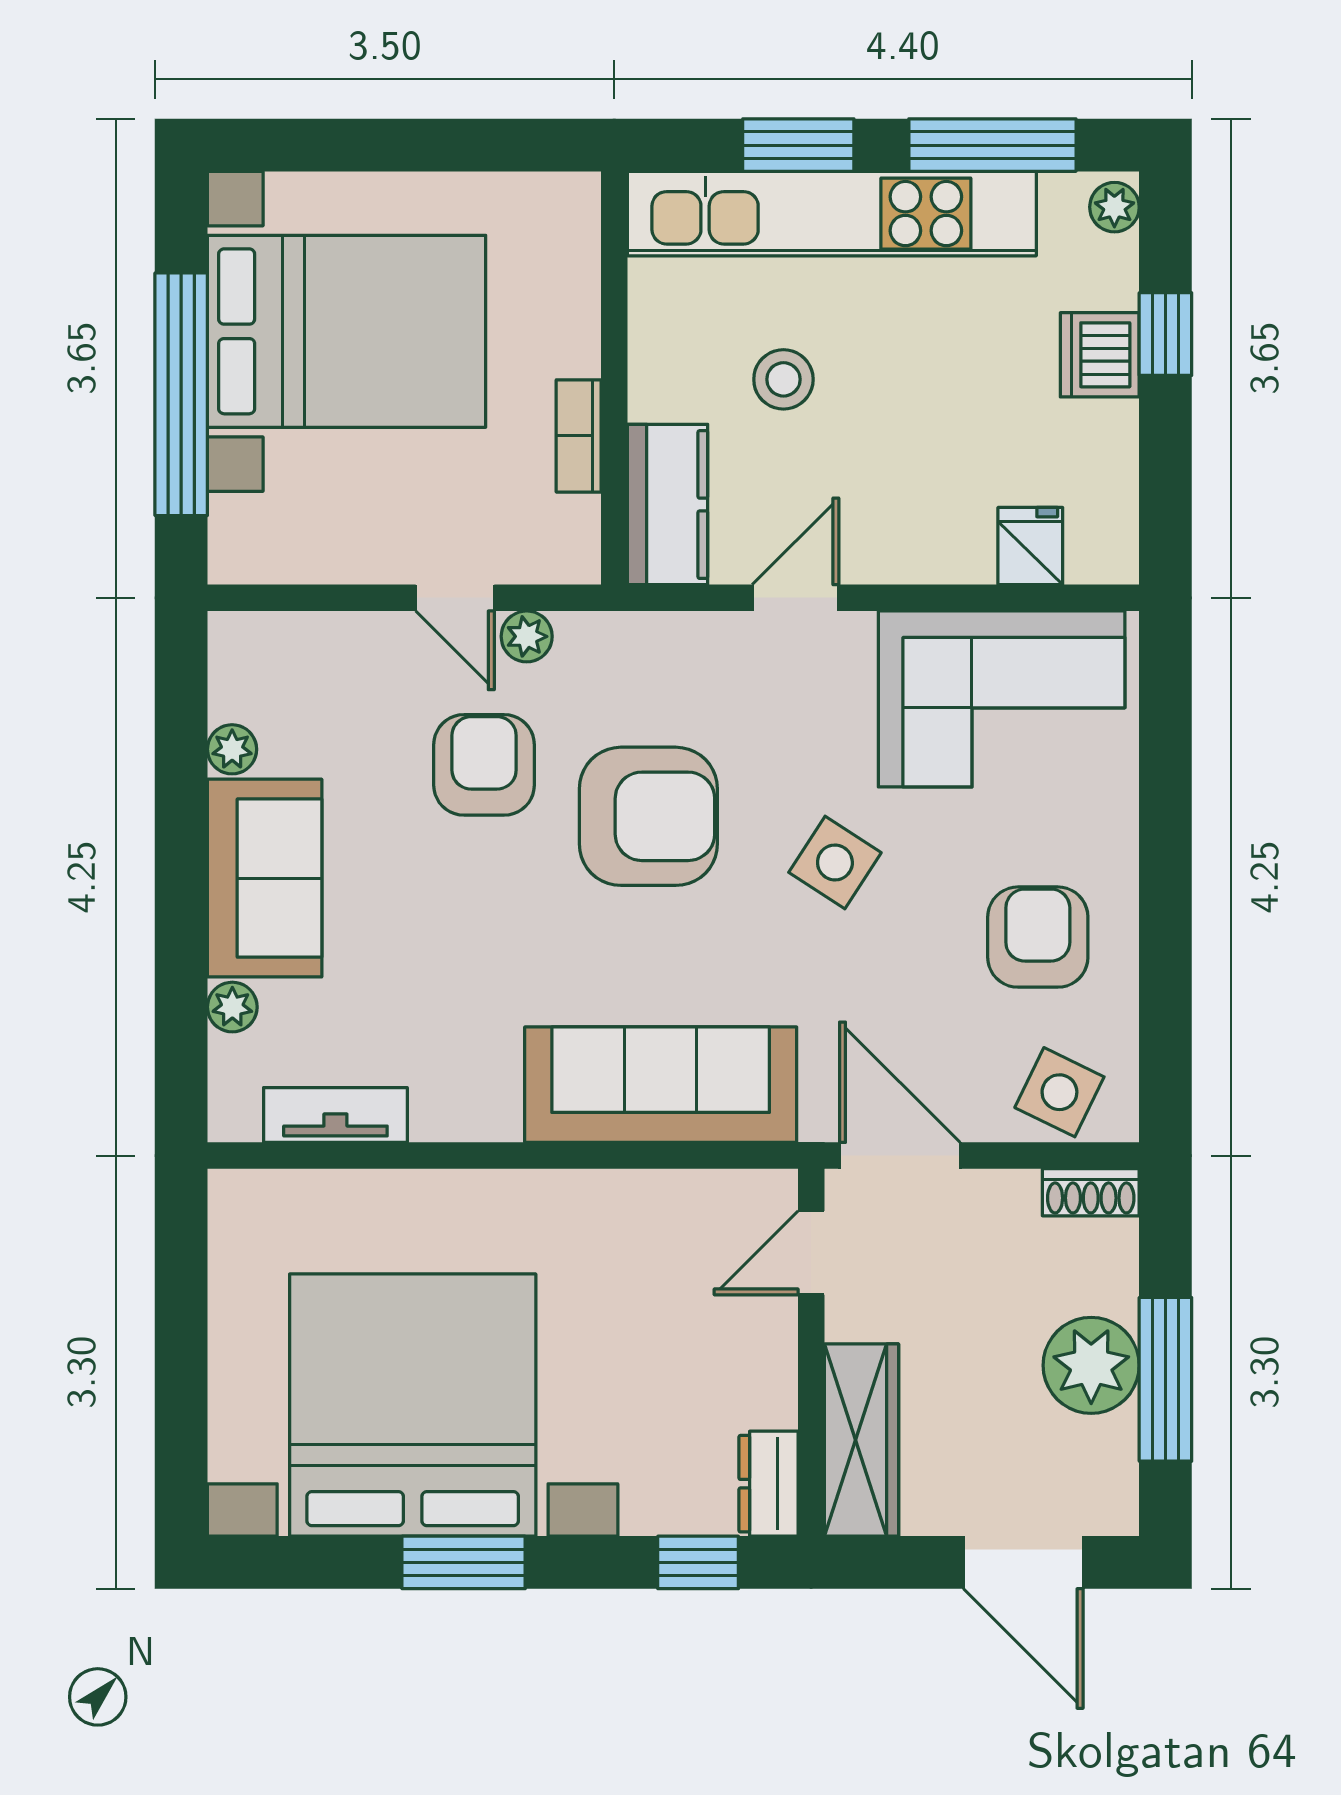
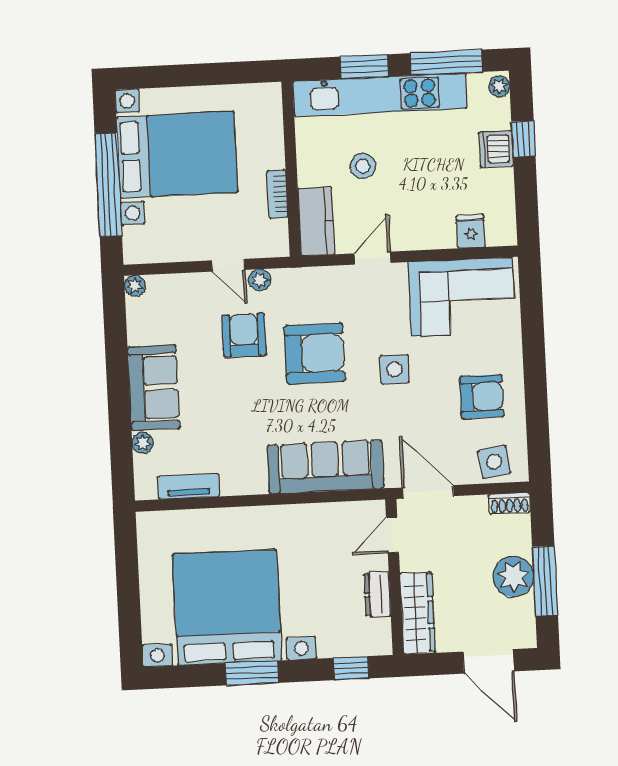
plant: (232, 749) -> (135, 286), moved
side table: (835, 862) -> (395, 369), turned -33
armchair: (1038, 937) -> (482, 397), turned 90
side table: (1059, 1092) -> (494, 462), turned -35
dresser: (768, 1484) -> (377, 594), moved

